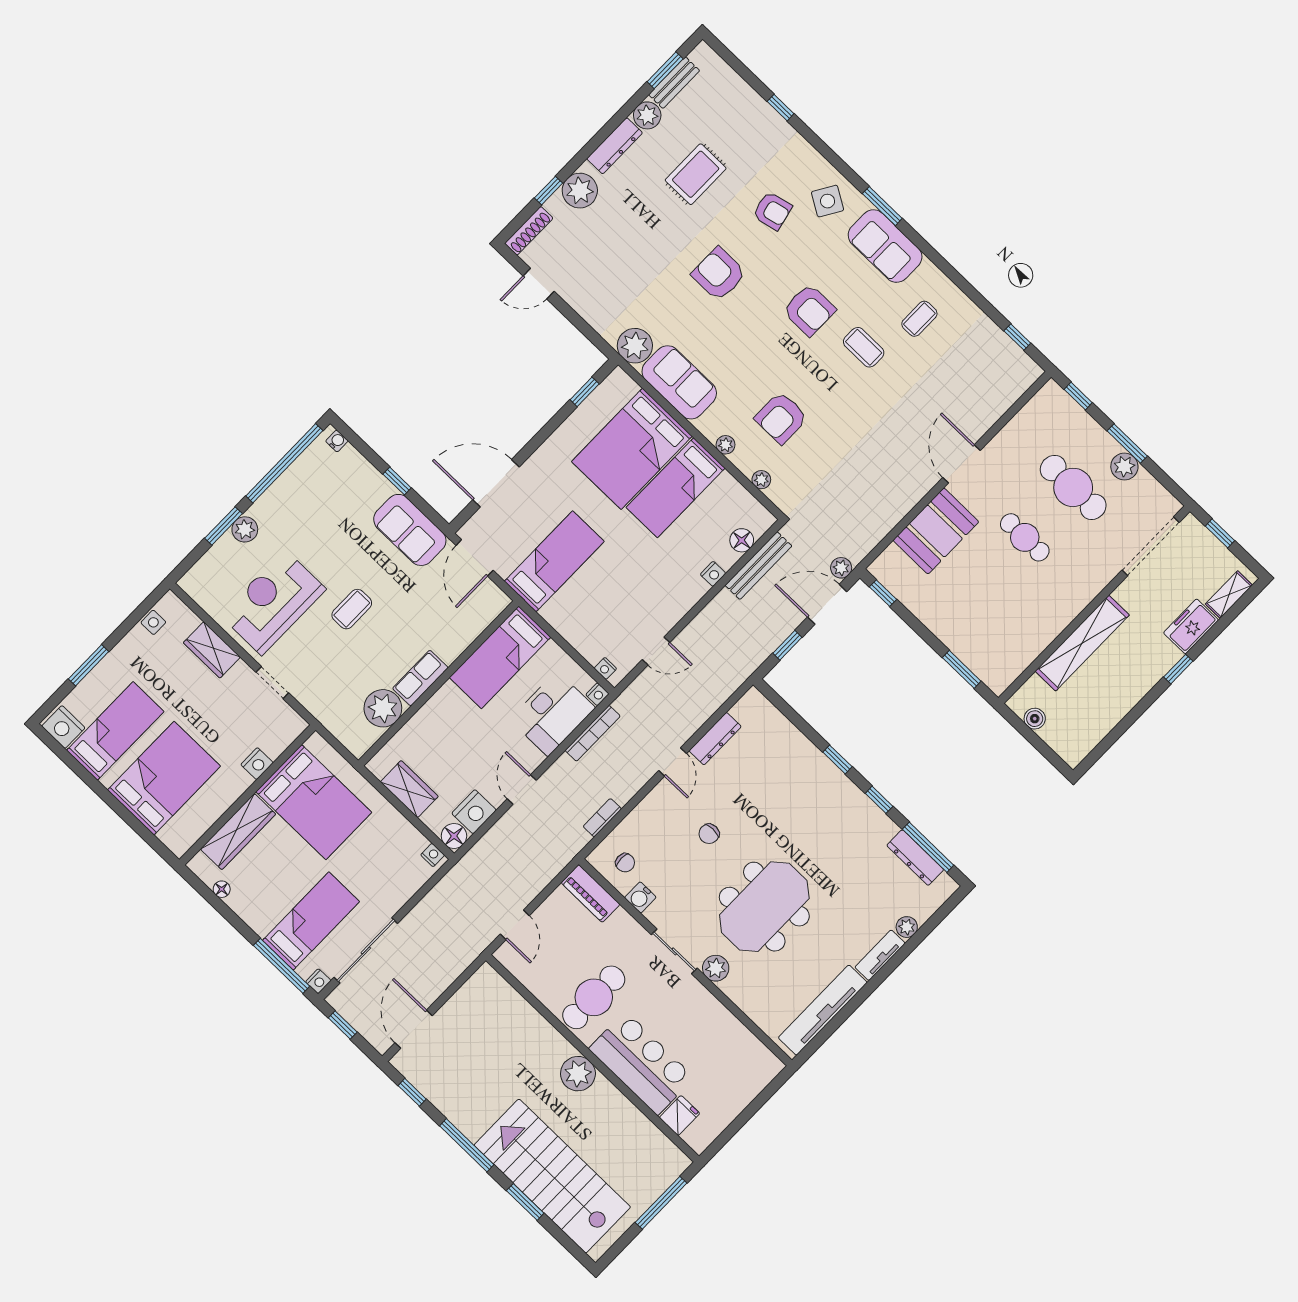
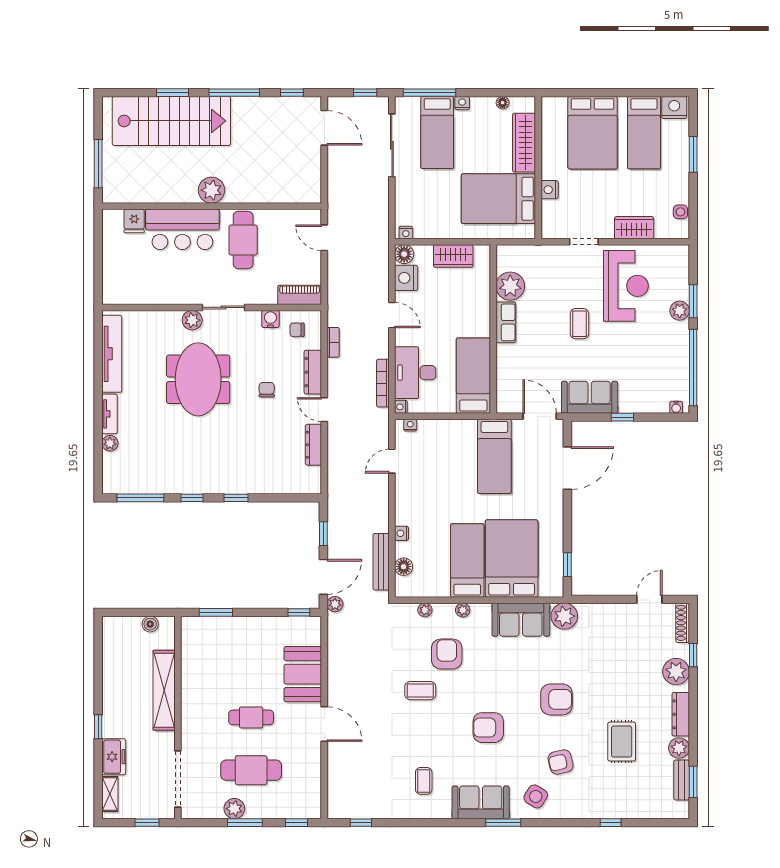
coffee table: (864, 347) -> (420, 691), moved
dresser: (915, 858) -> (313, 372), moved, turned -90
nightstand: (318, 981) -> (462, 103), moved, turned 90

